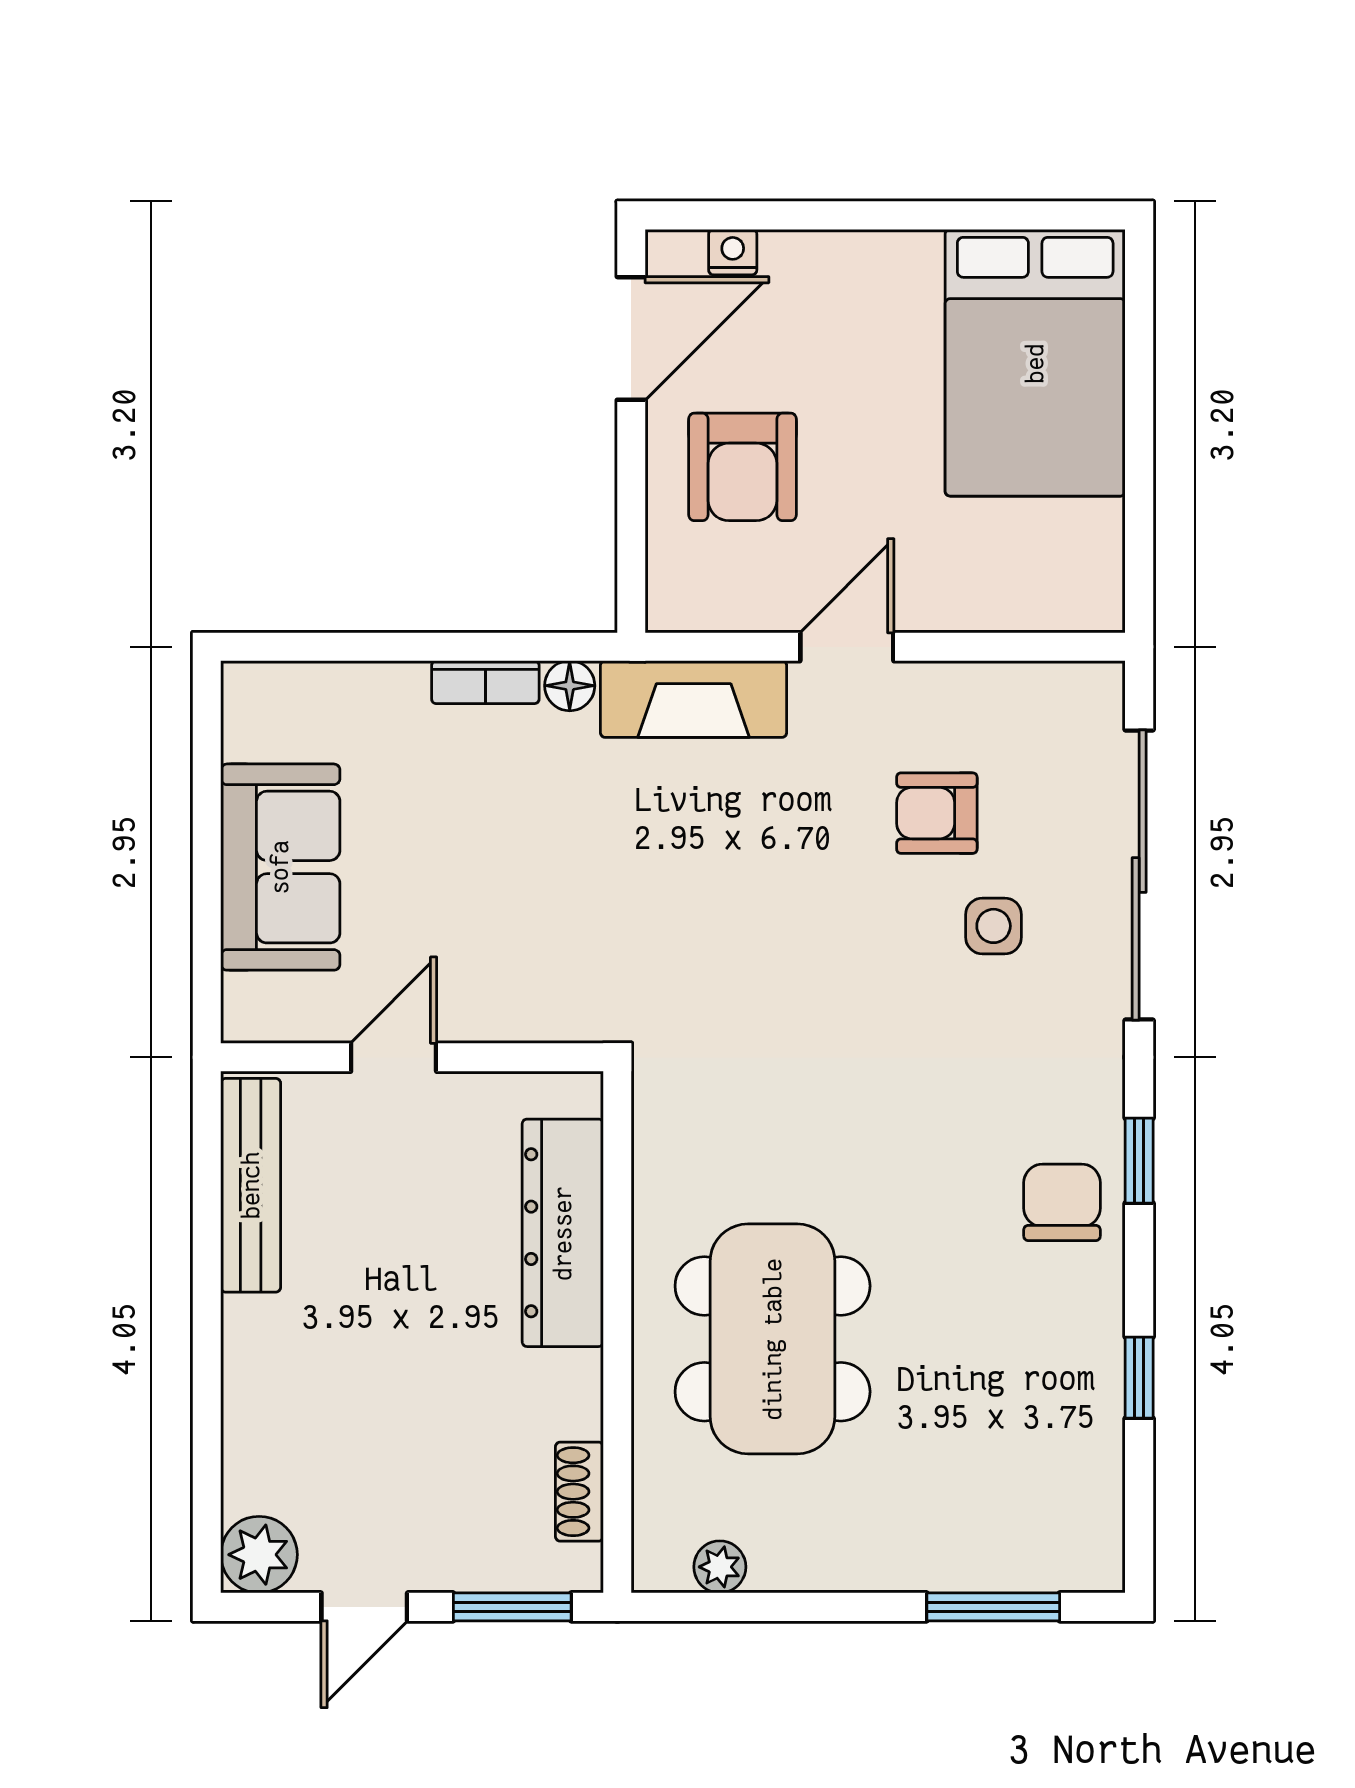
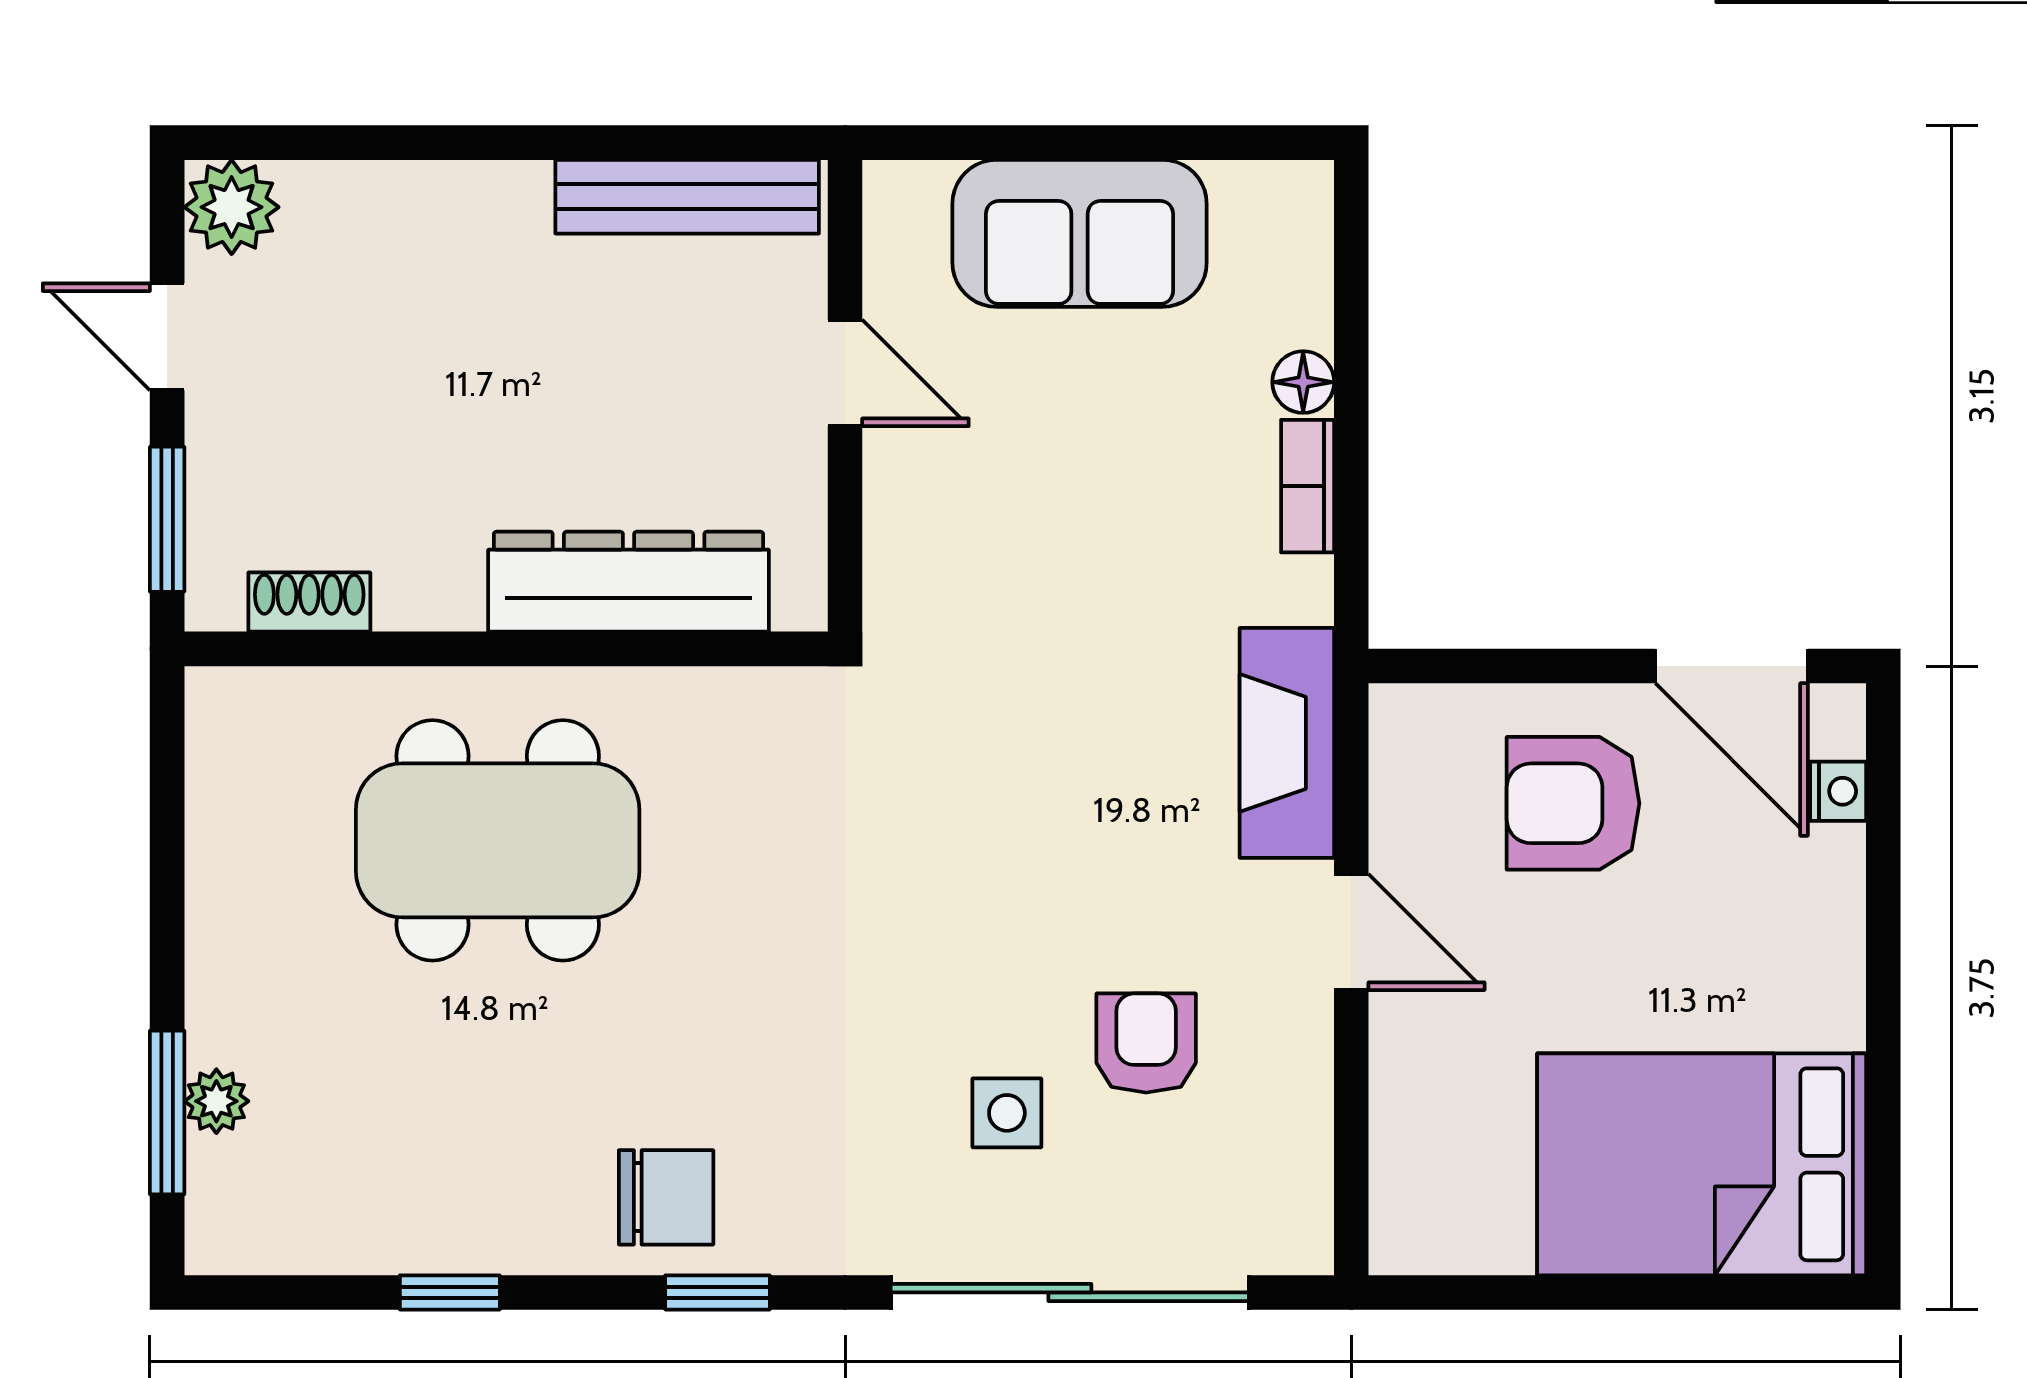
floor lamp: (570, 686) -> (1303, 382), moved
plant: (720, 1567) -> (216, 1101), moved

